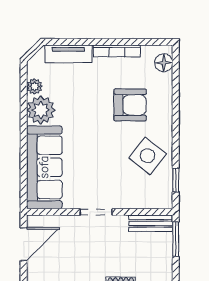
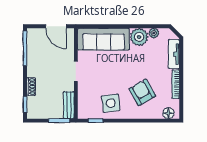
armchair: (130, 105) -> (142, 92), turned 150
side table: (148, 156) -> (111, 103), turned 45

